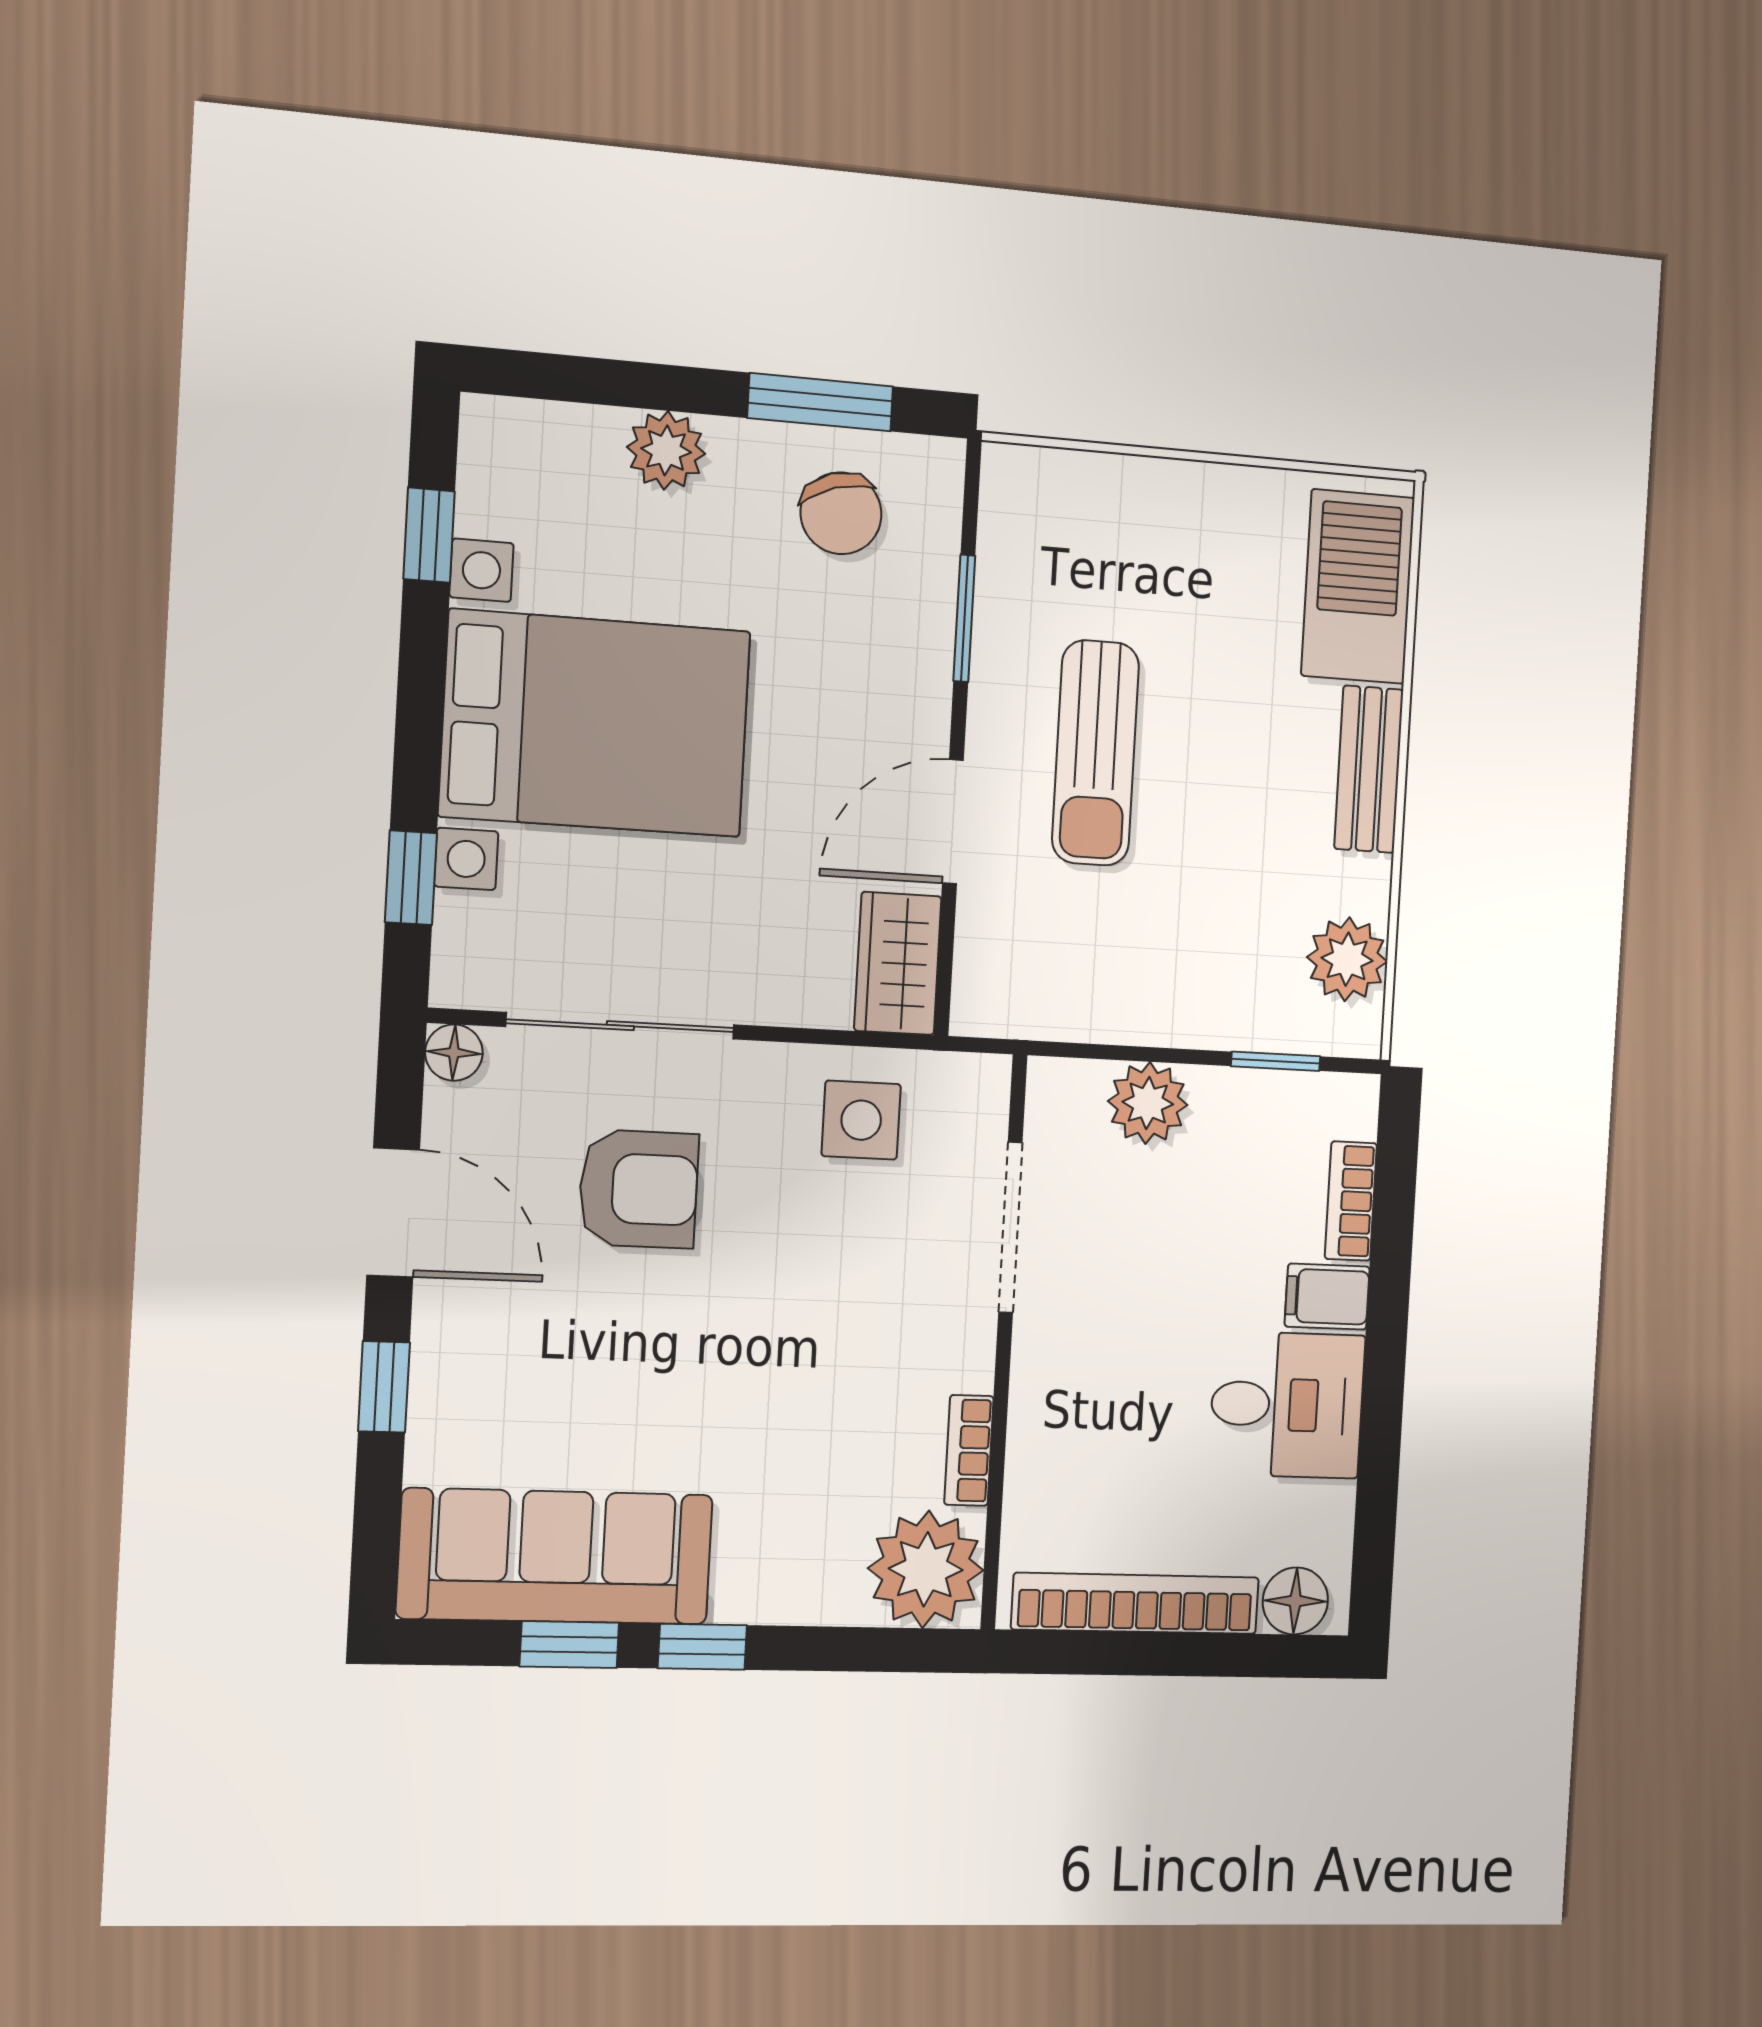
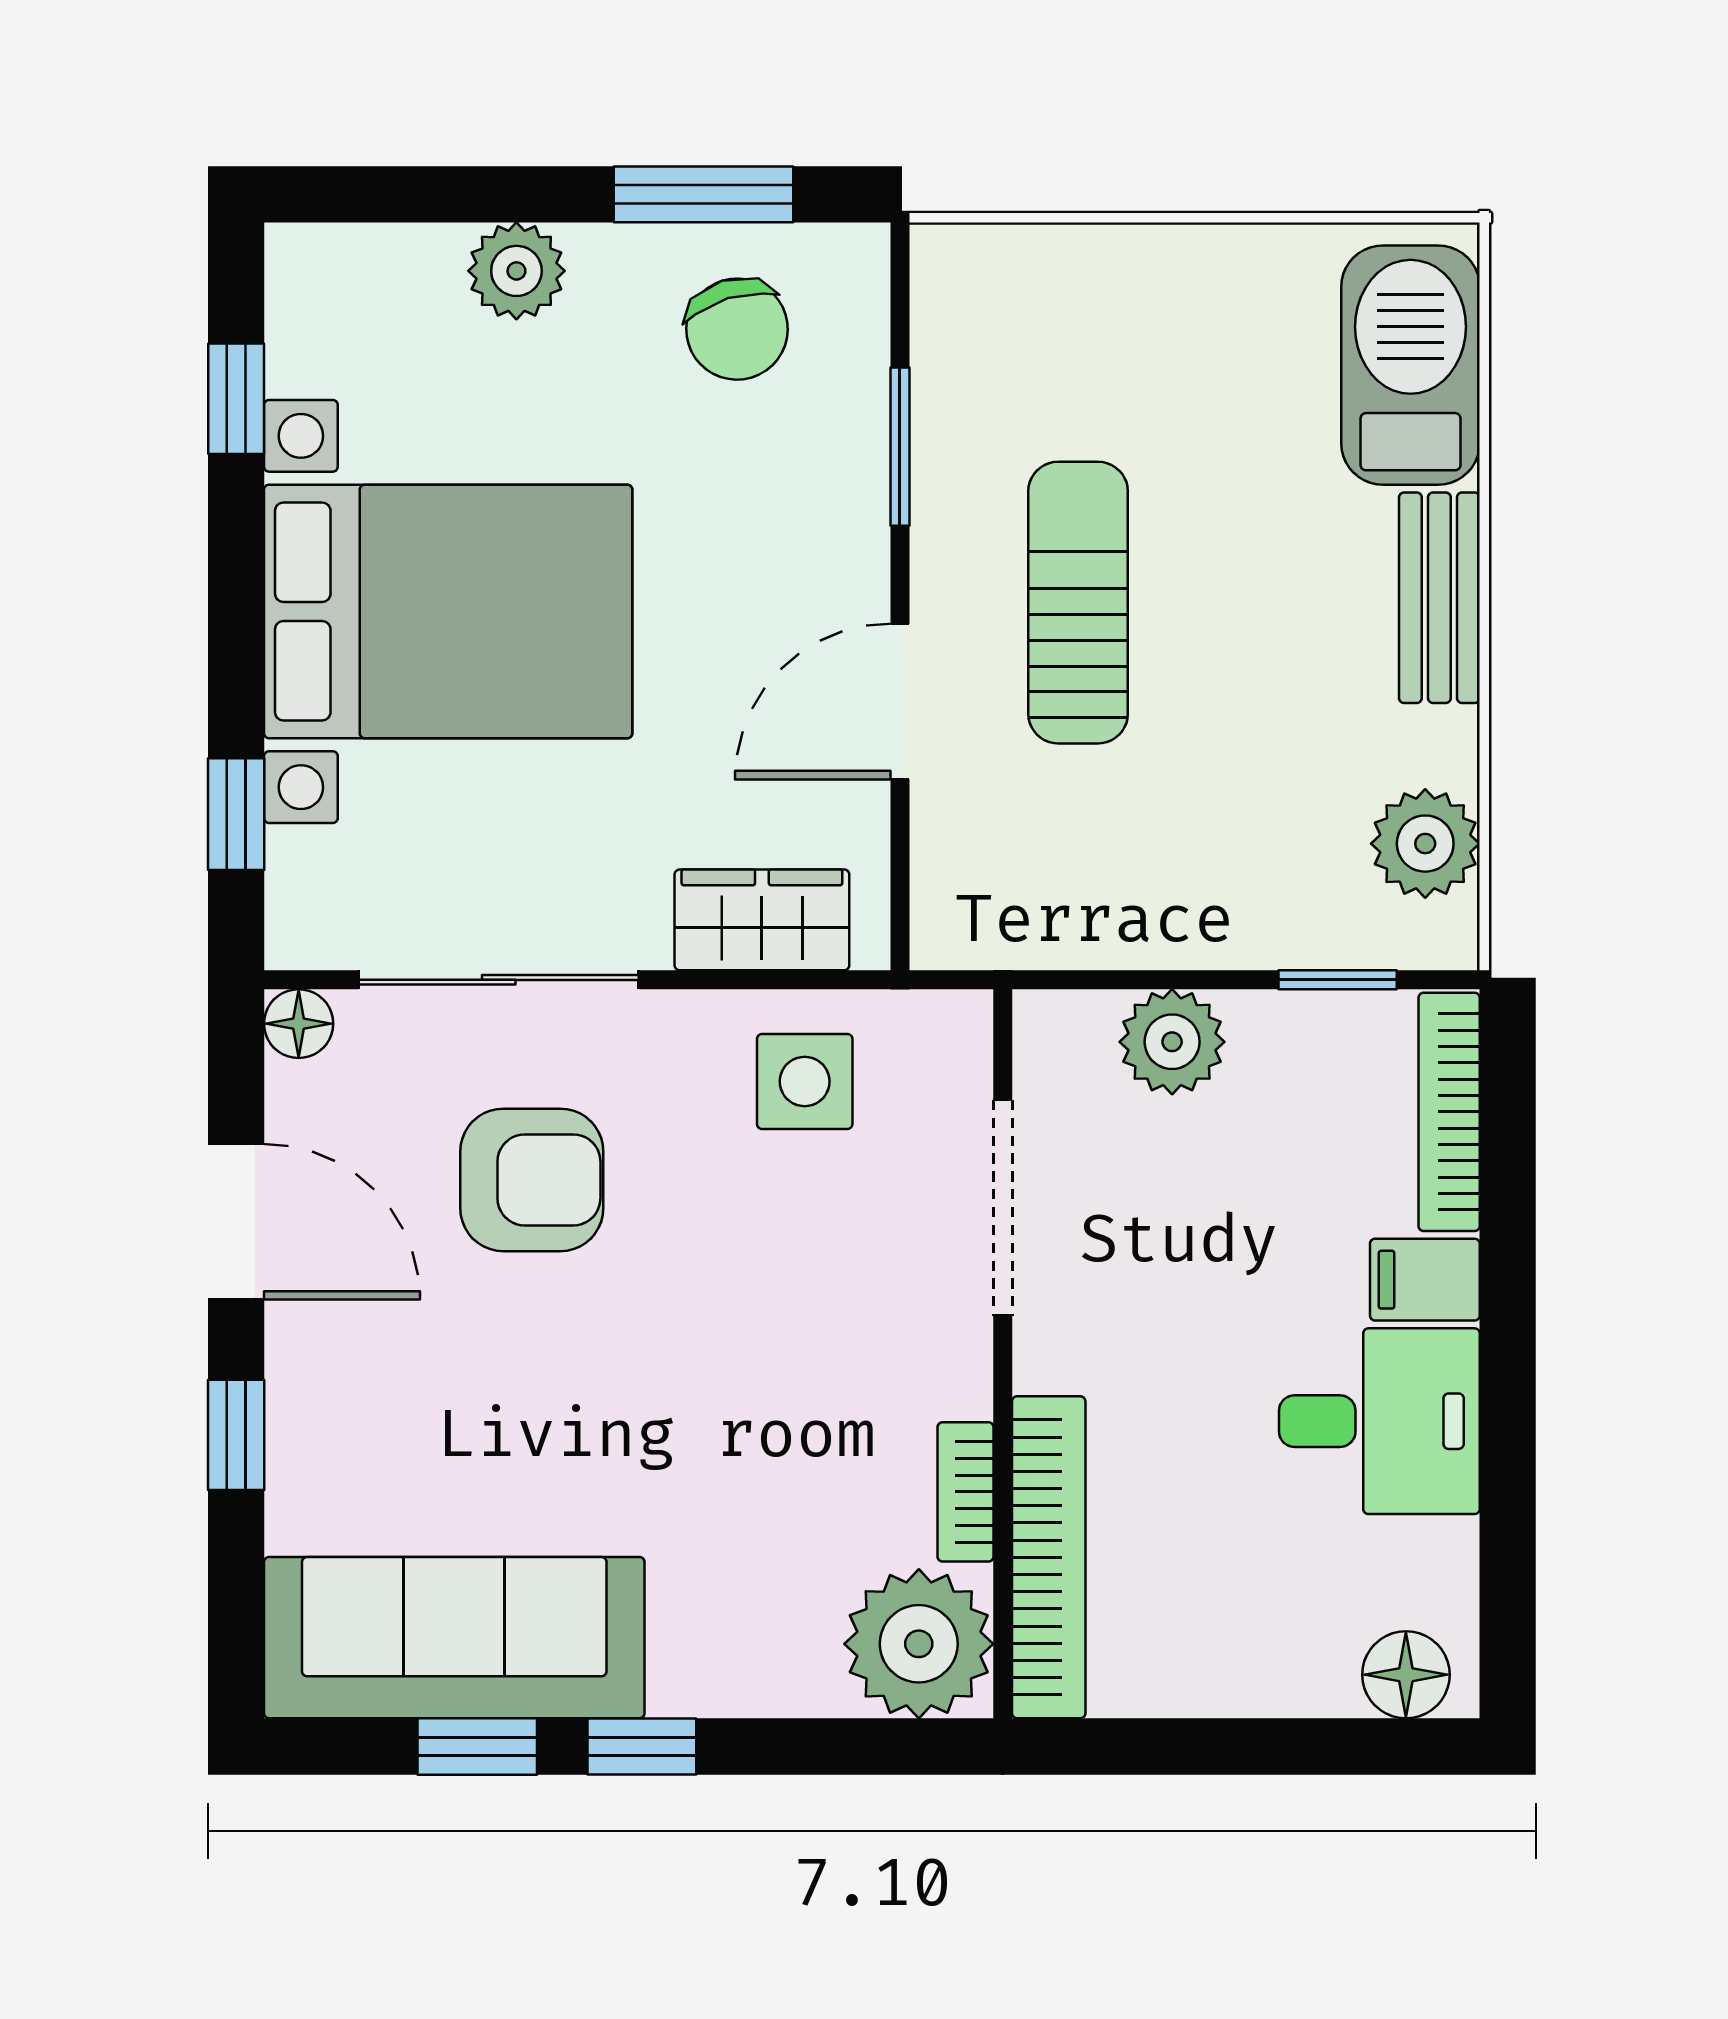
sun lounger: (1096, 753) -> (1078, 603), turned 180
wardrobe: (898, 963) -> (762, 920), moved, turned 90
bookcase: (1351, 1201) -> (1449, 1112), width x1.56
bookcase: (1136, 1603) -> (1049, 1557), moved, turned 90

